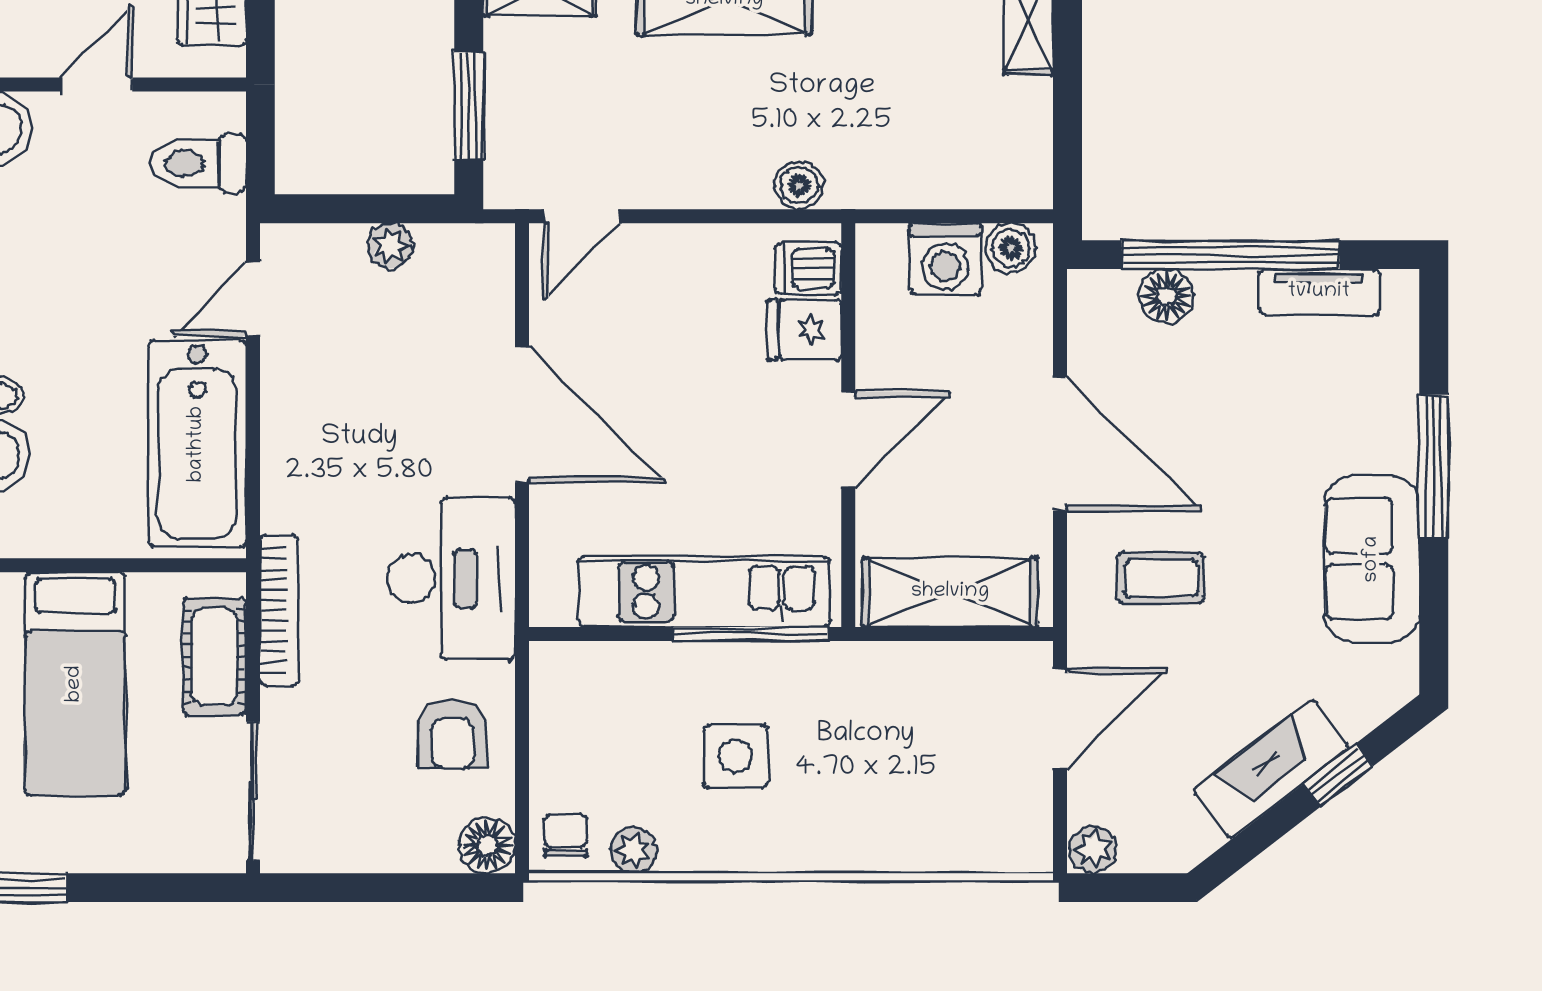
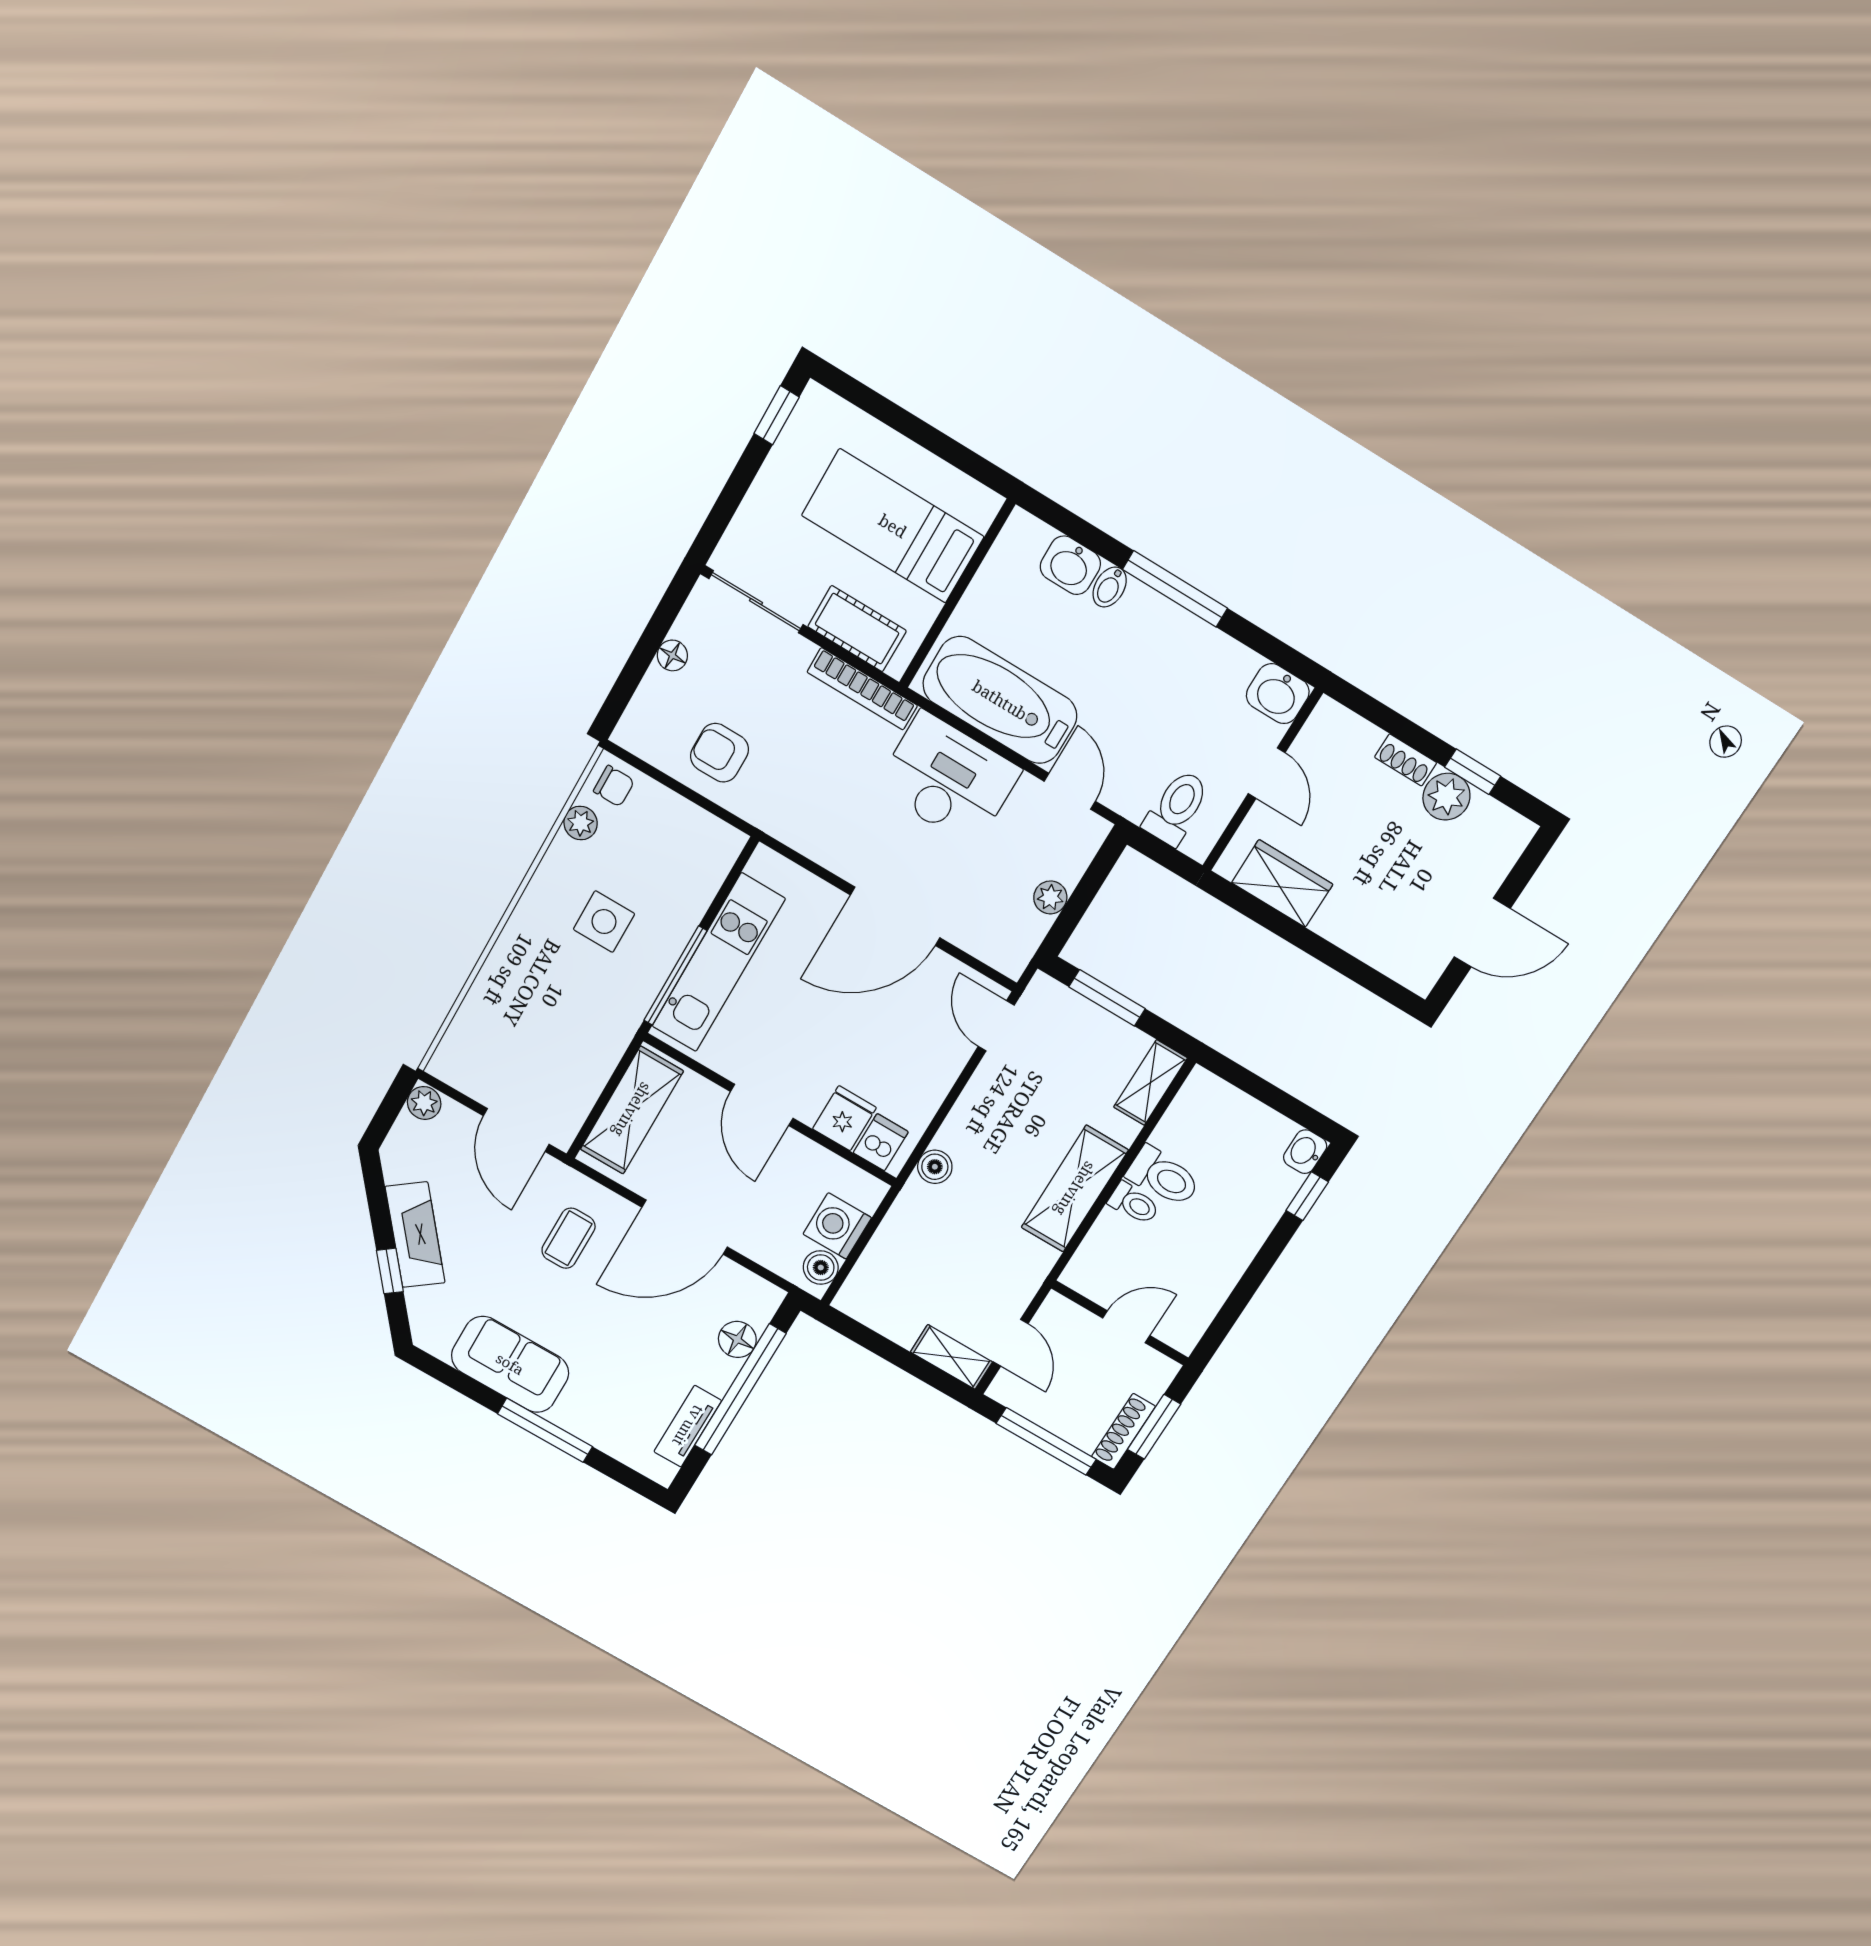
desk: (451, 579) -> (948, 779), moved, turned 180
floor lamp: (487, 845) -> (672, 655), moved, width x0.73, depth x0.73

